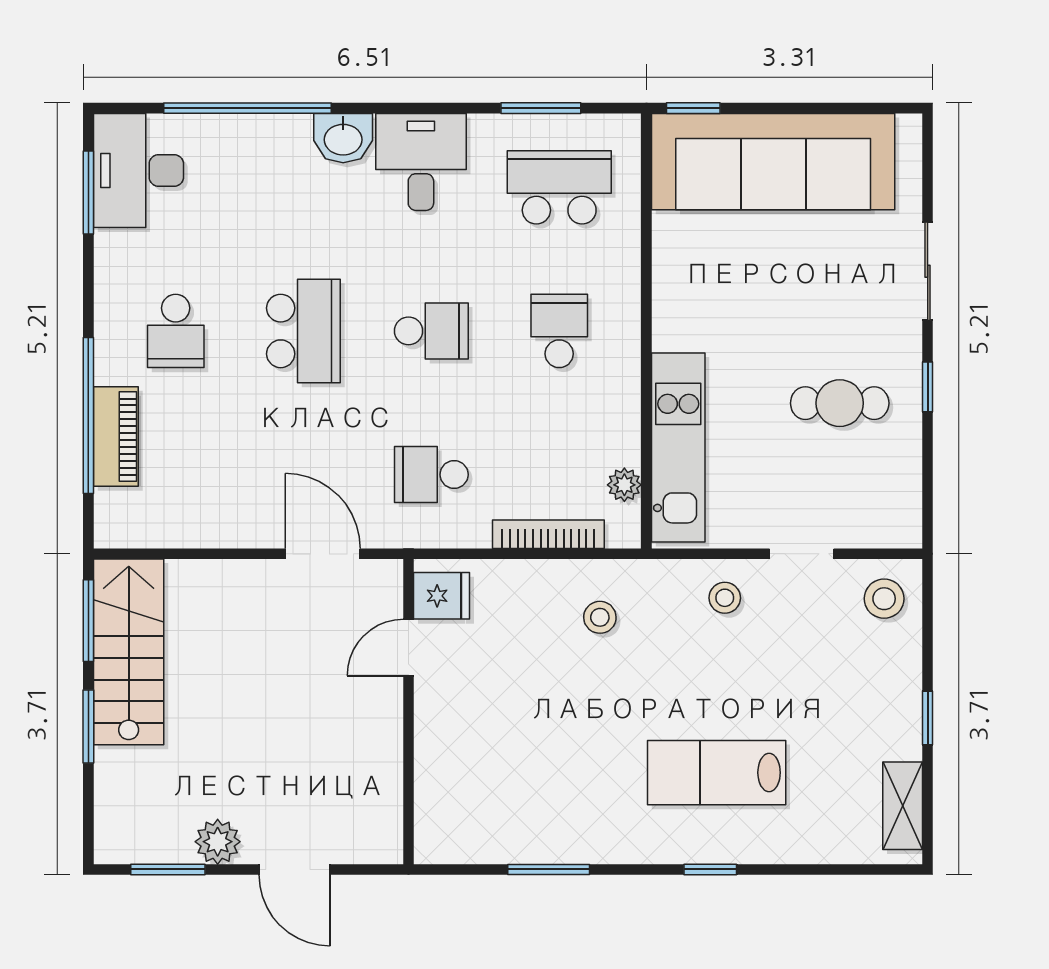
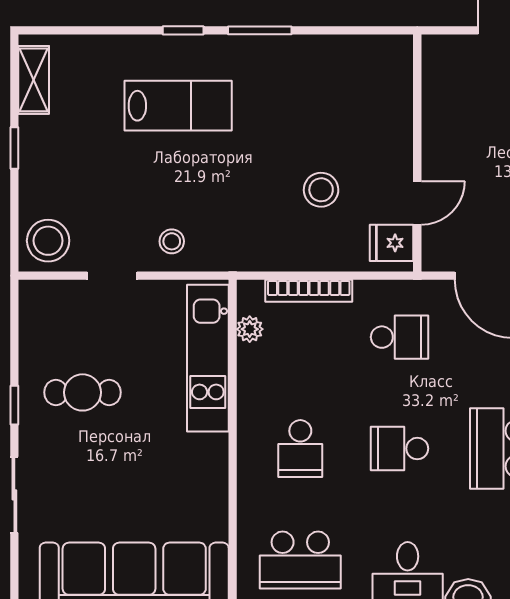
stool: (884, 599) -> (48, 241), width x1.38, depth x1.38
stool: (600, 617) -> (321, 190), moved, width x1.37, depth x1.37
window: (549, 869) -> (260, 30), moved

